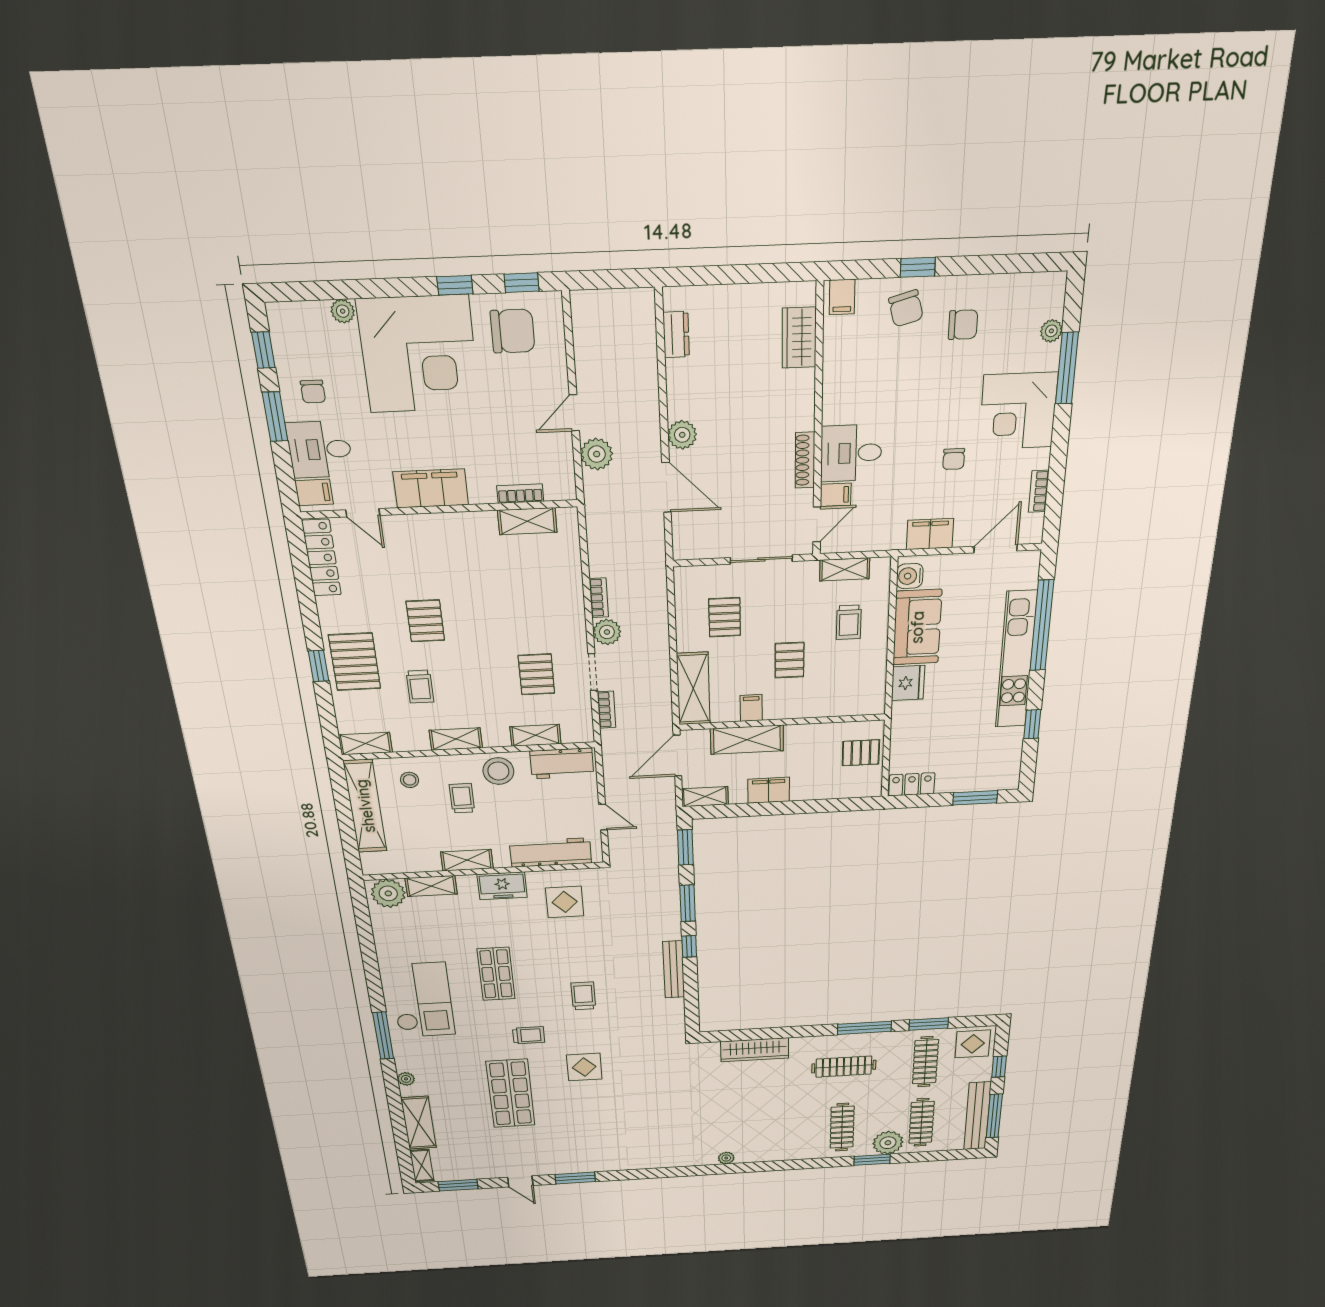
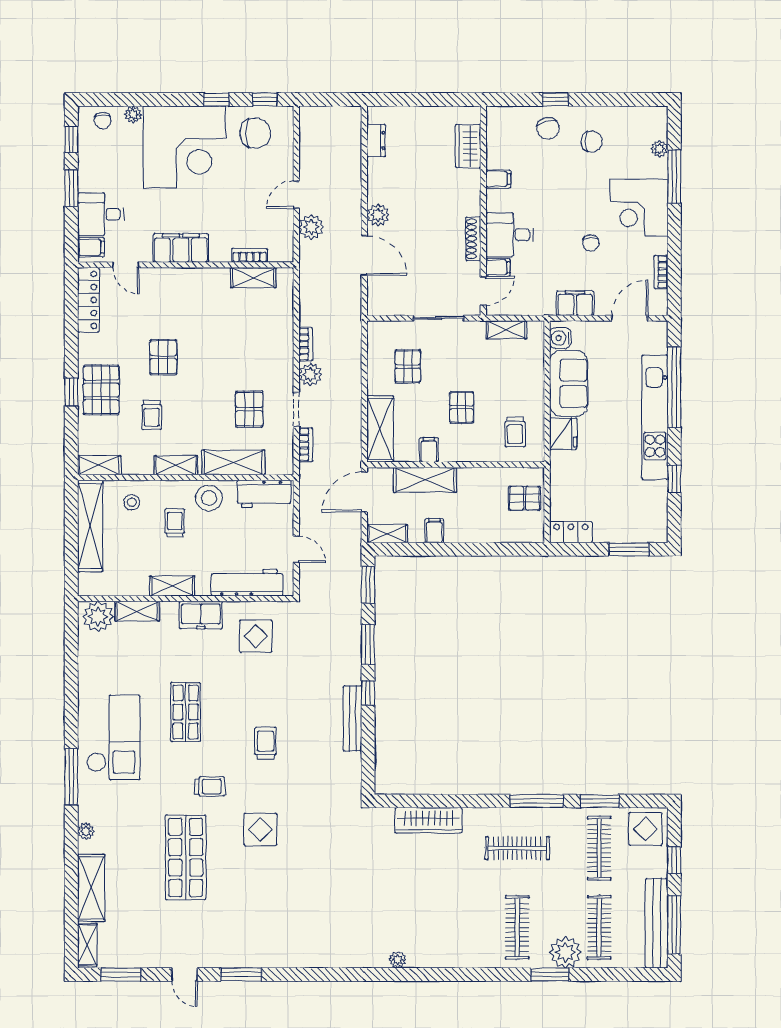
filing cabinet: (842, 297) -> (498, 179), moved, turned -90
chair: (313, 392) -> (103, 120), moved
trolley: (849, 622) -> (515, 432), moved
shelving: (536, 735) -> (233, 462), width x1.50, depth x1.33
filing cabinet: (769, 790) -> (434, 531), width x0.50

